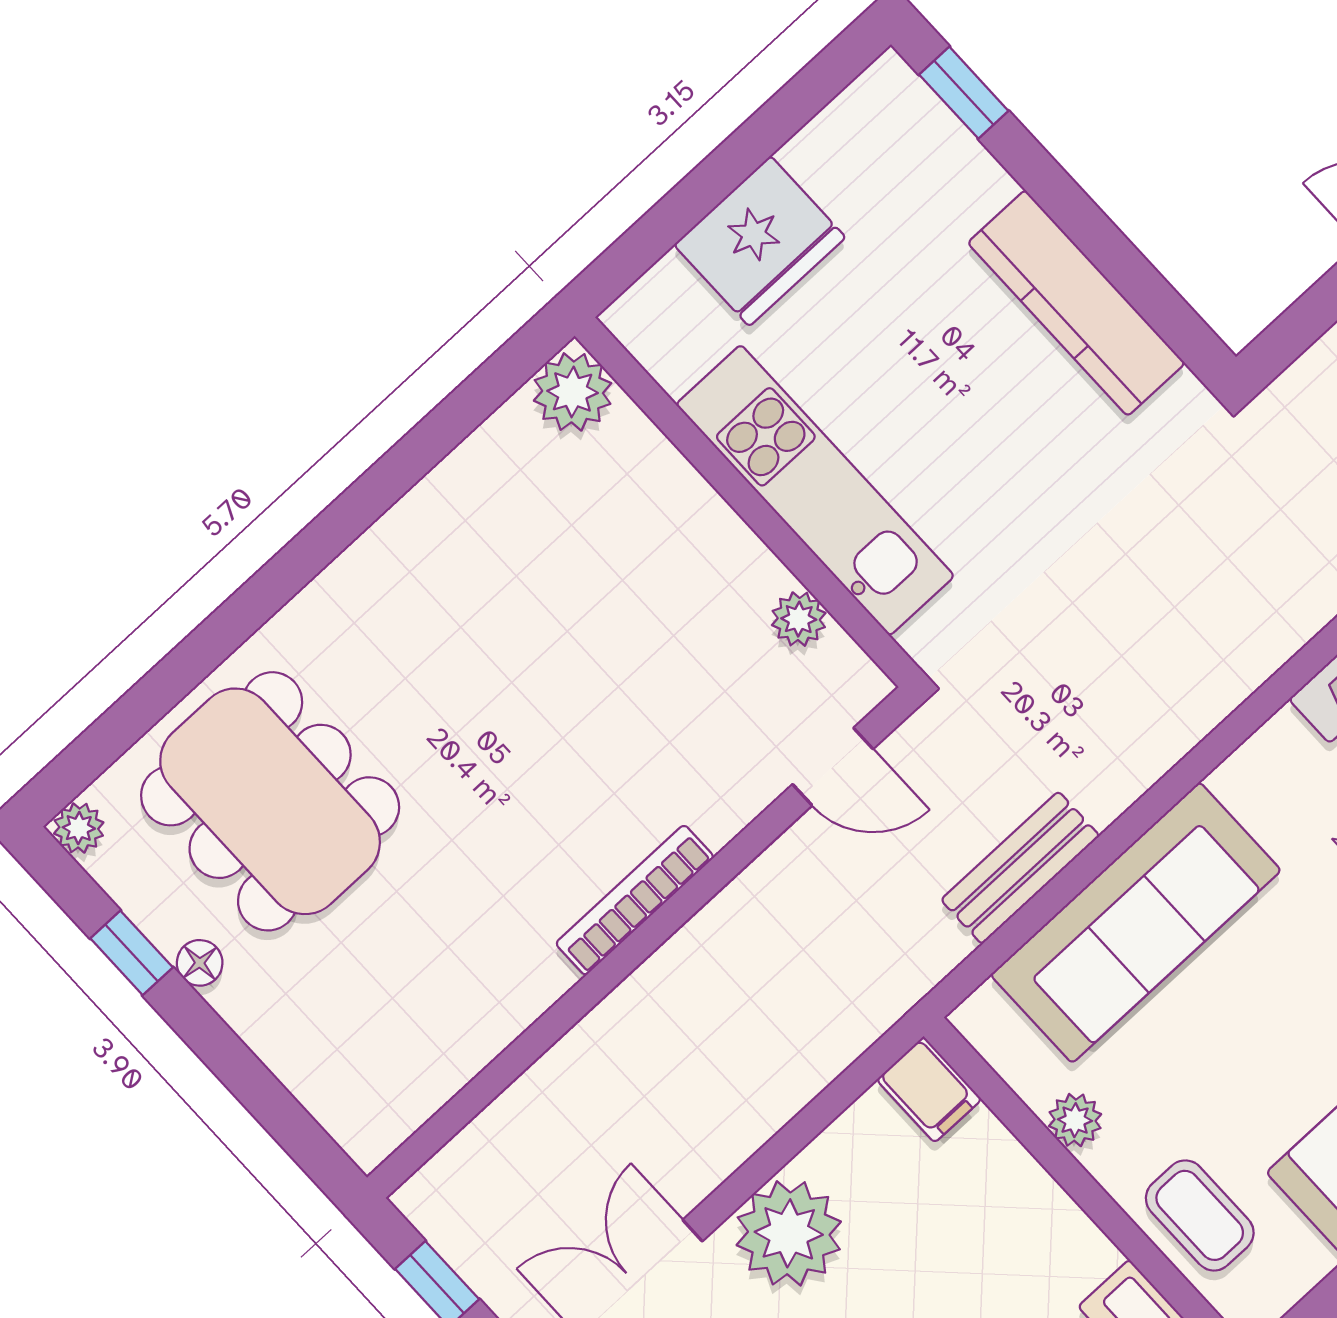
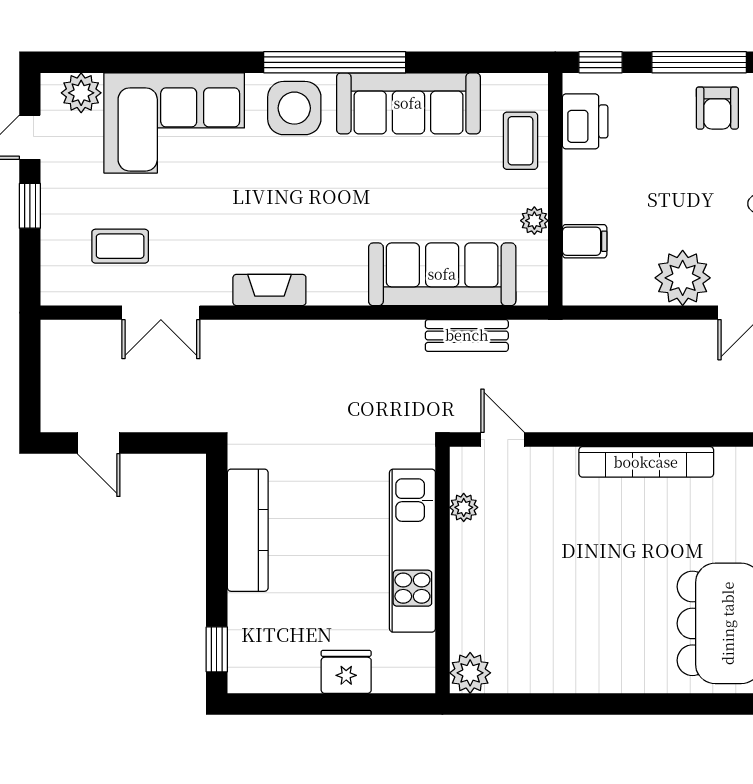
fridge: (760, 241) -> (346, 672), width x0.73, depth x0.75
bookcase: (635, 900) -> (646, 462), width x1.48, depth x1.31
filing cabinet: (929, 1090) -> (585, 241), moved, turned 90

